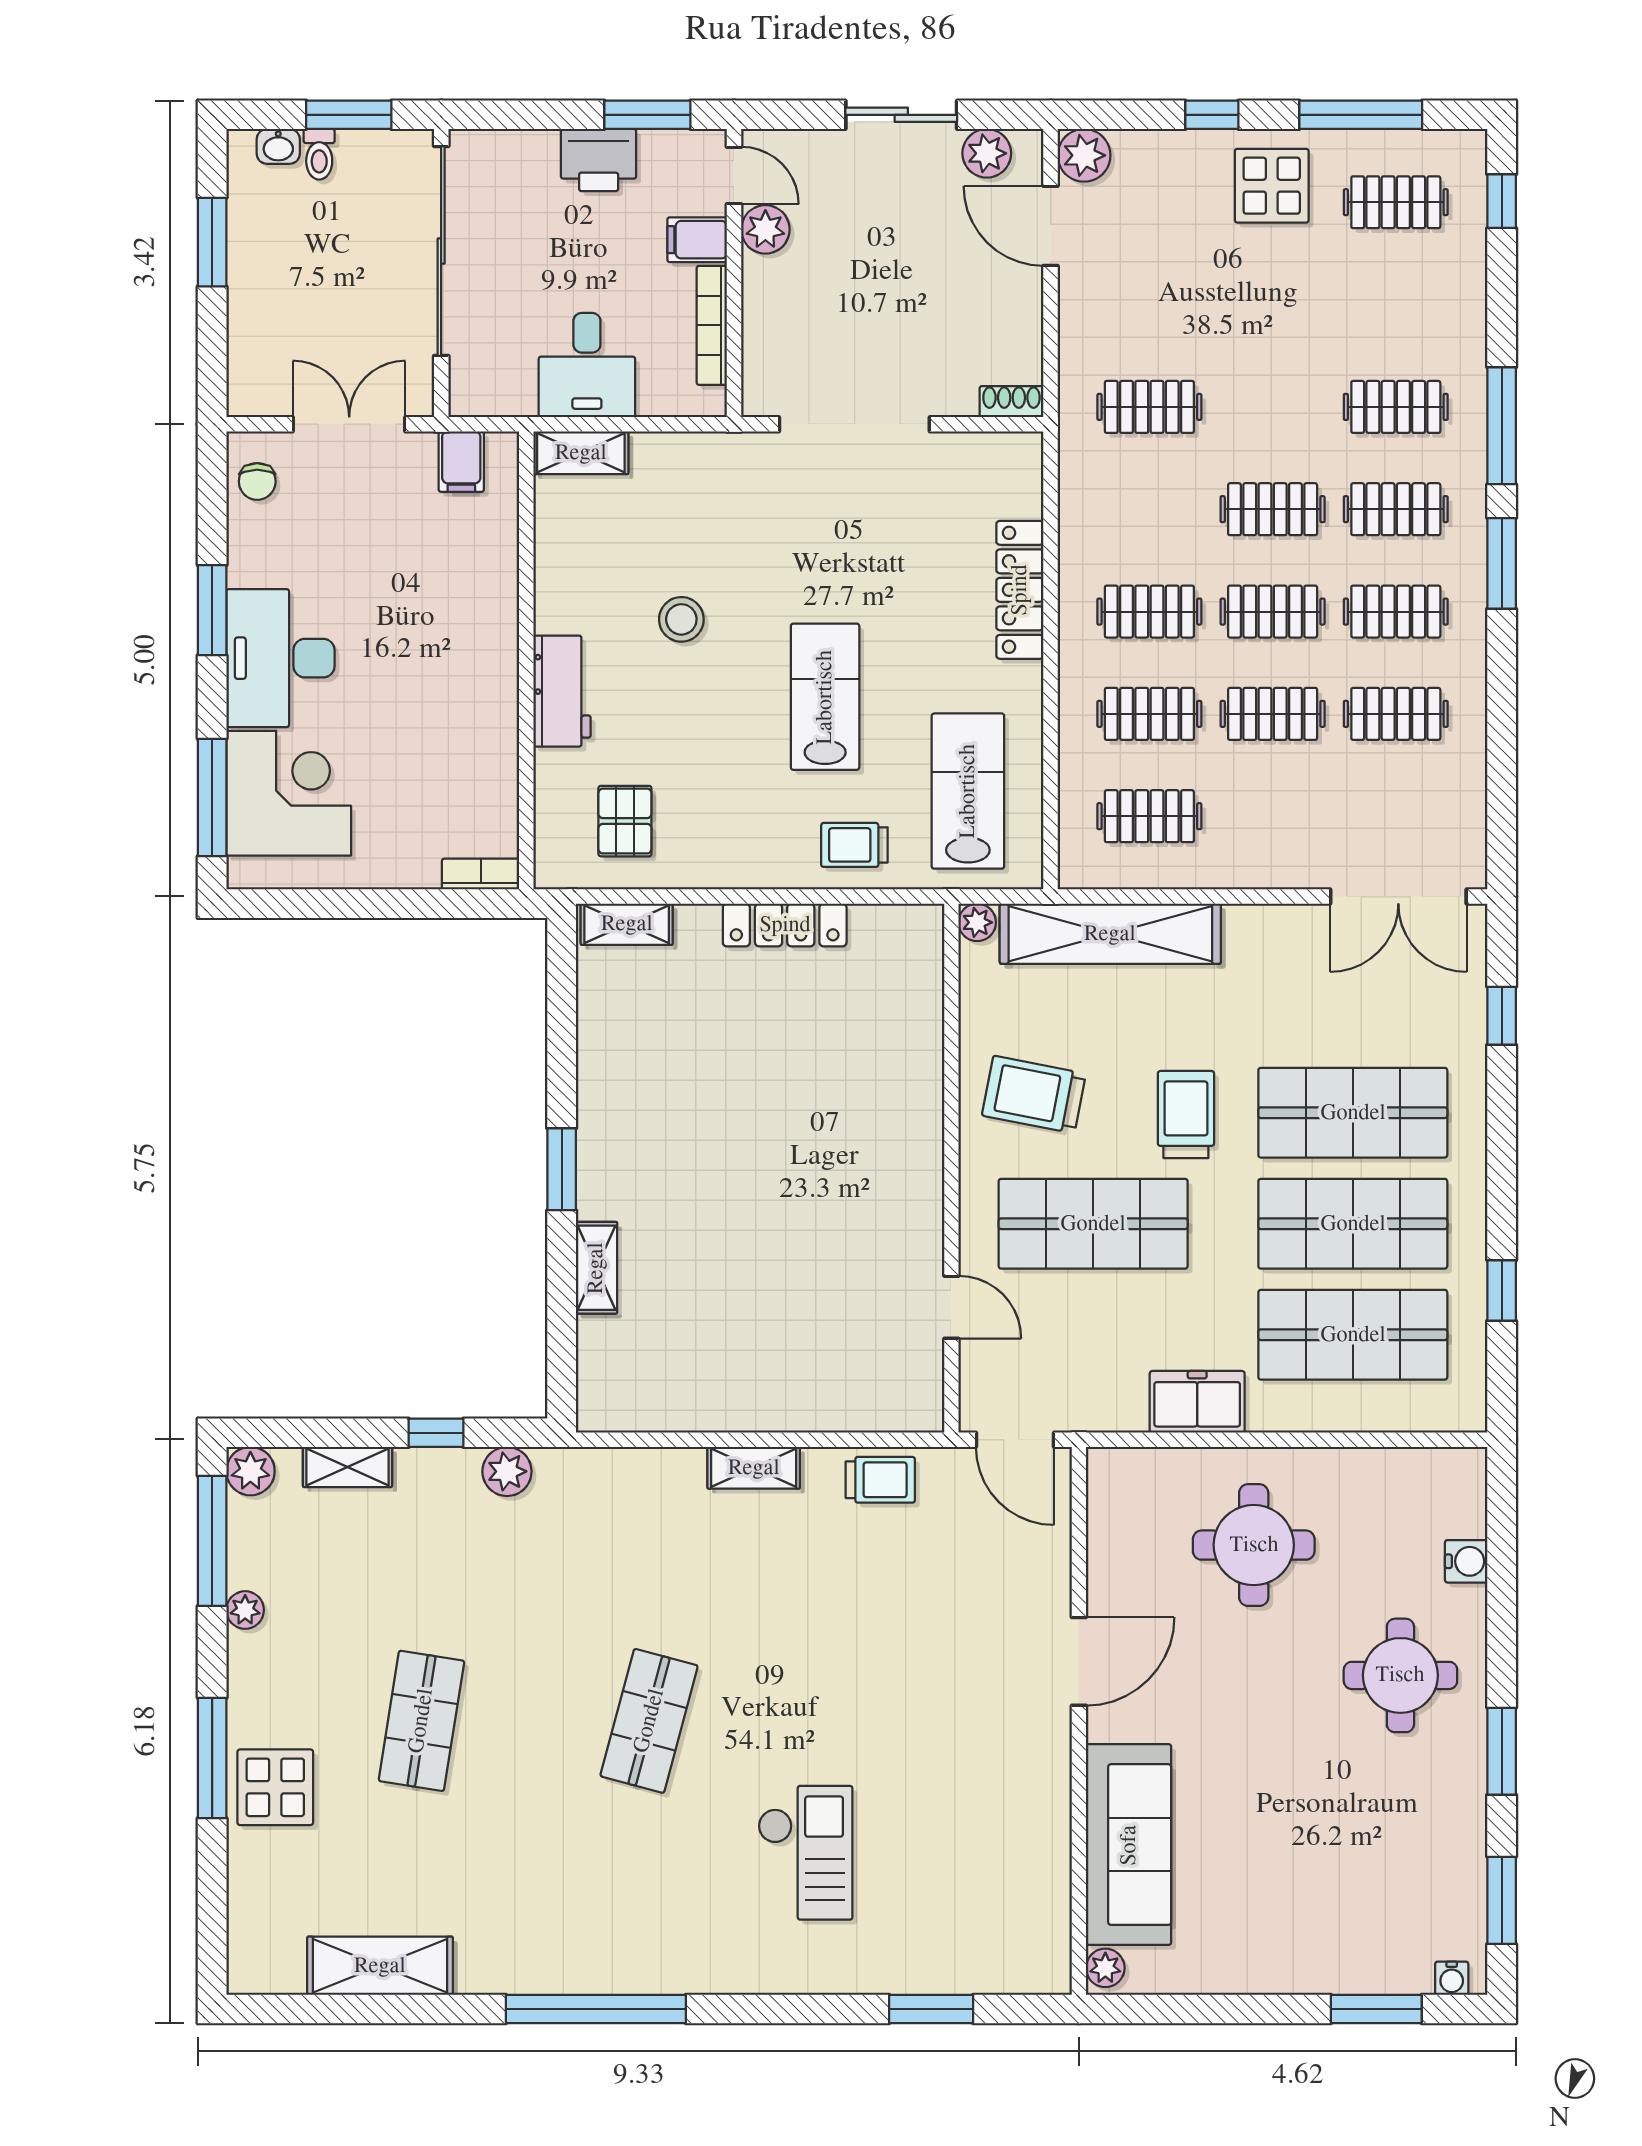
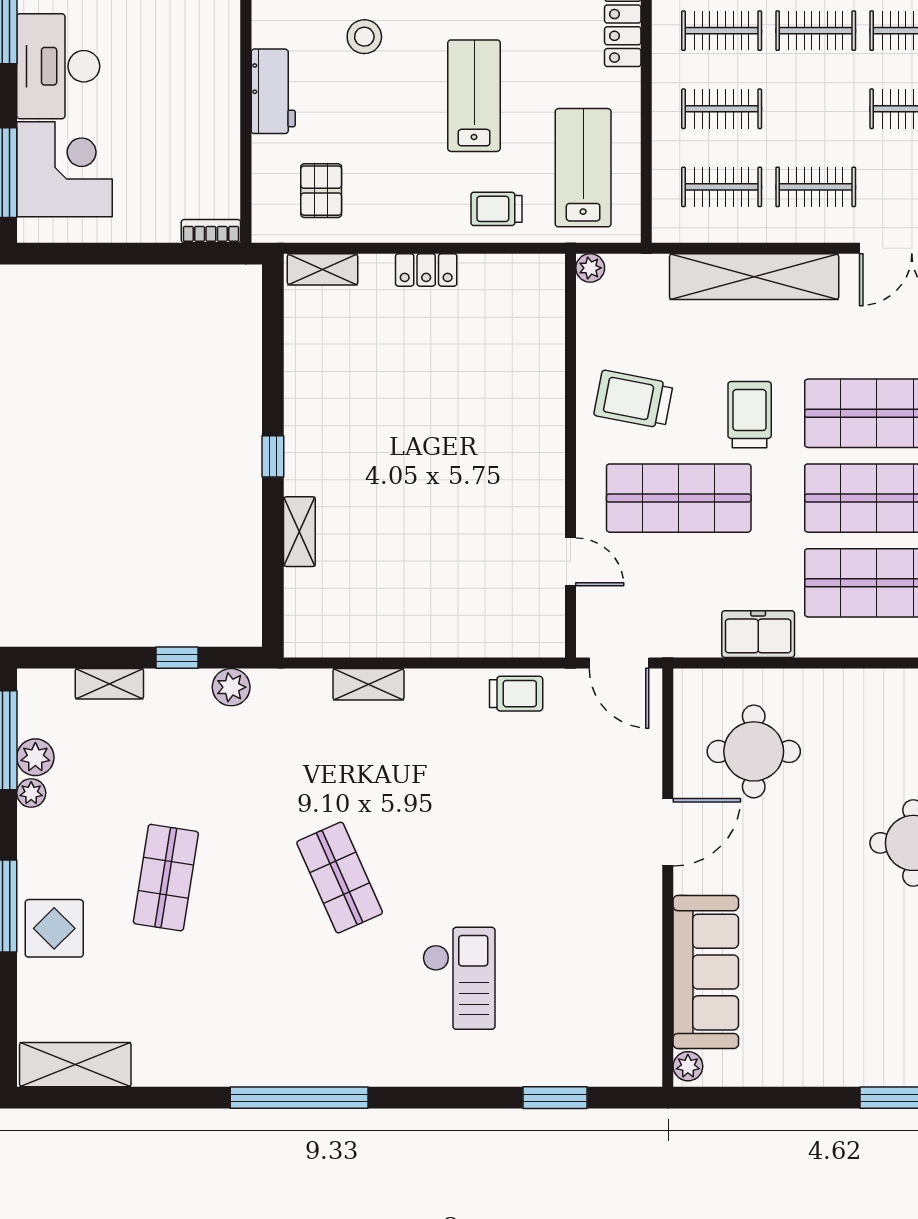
clothes rail: (1273, 714) -> (816, 187), moved
locker: (785, 925) -> (426, 270), width x0.66
shelving: (1110, 934) -> (754, 277), moved
window: (562, 1169) -> (273, 456), width x0.67
shelving: (754, 1468) -> (368, 684), moved
plant: (250, 1471) -> (35, 757), moved
round table: (1254, 1545) -> (754, 751), moved
shop shelf: (649, 1721) -> (340, 878), turned -39
shelving: (380, 1966) -> (75, 1065), moved

